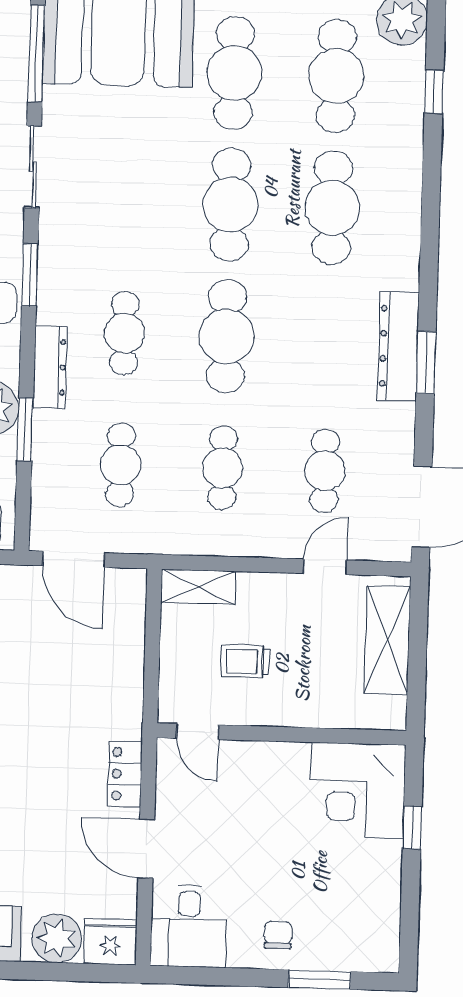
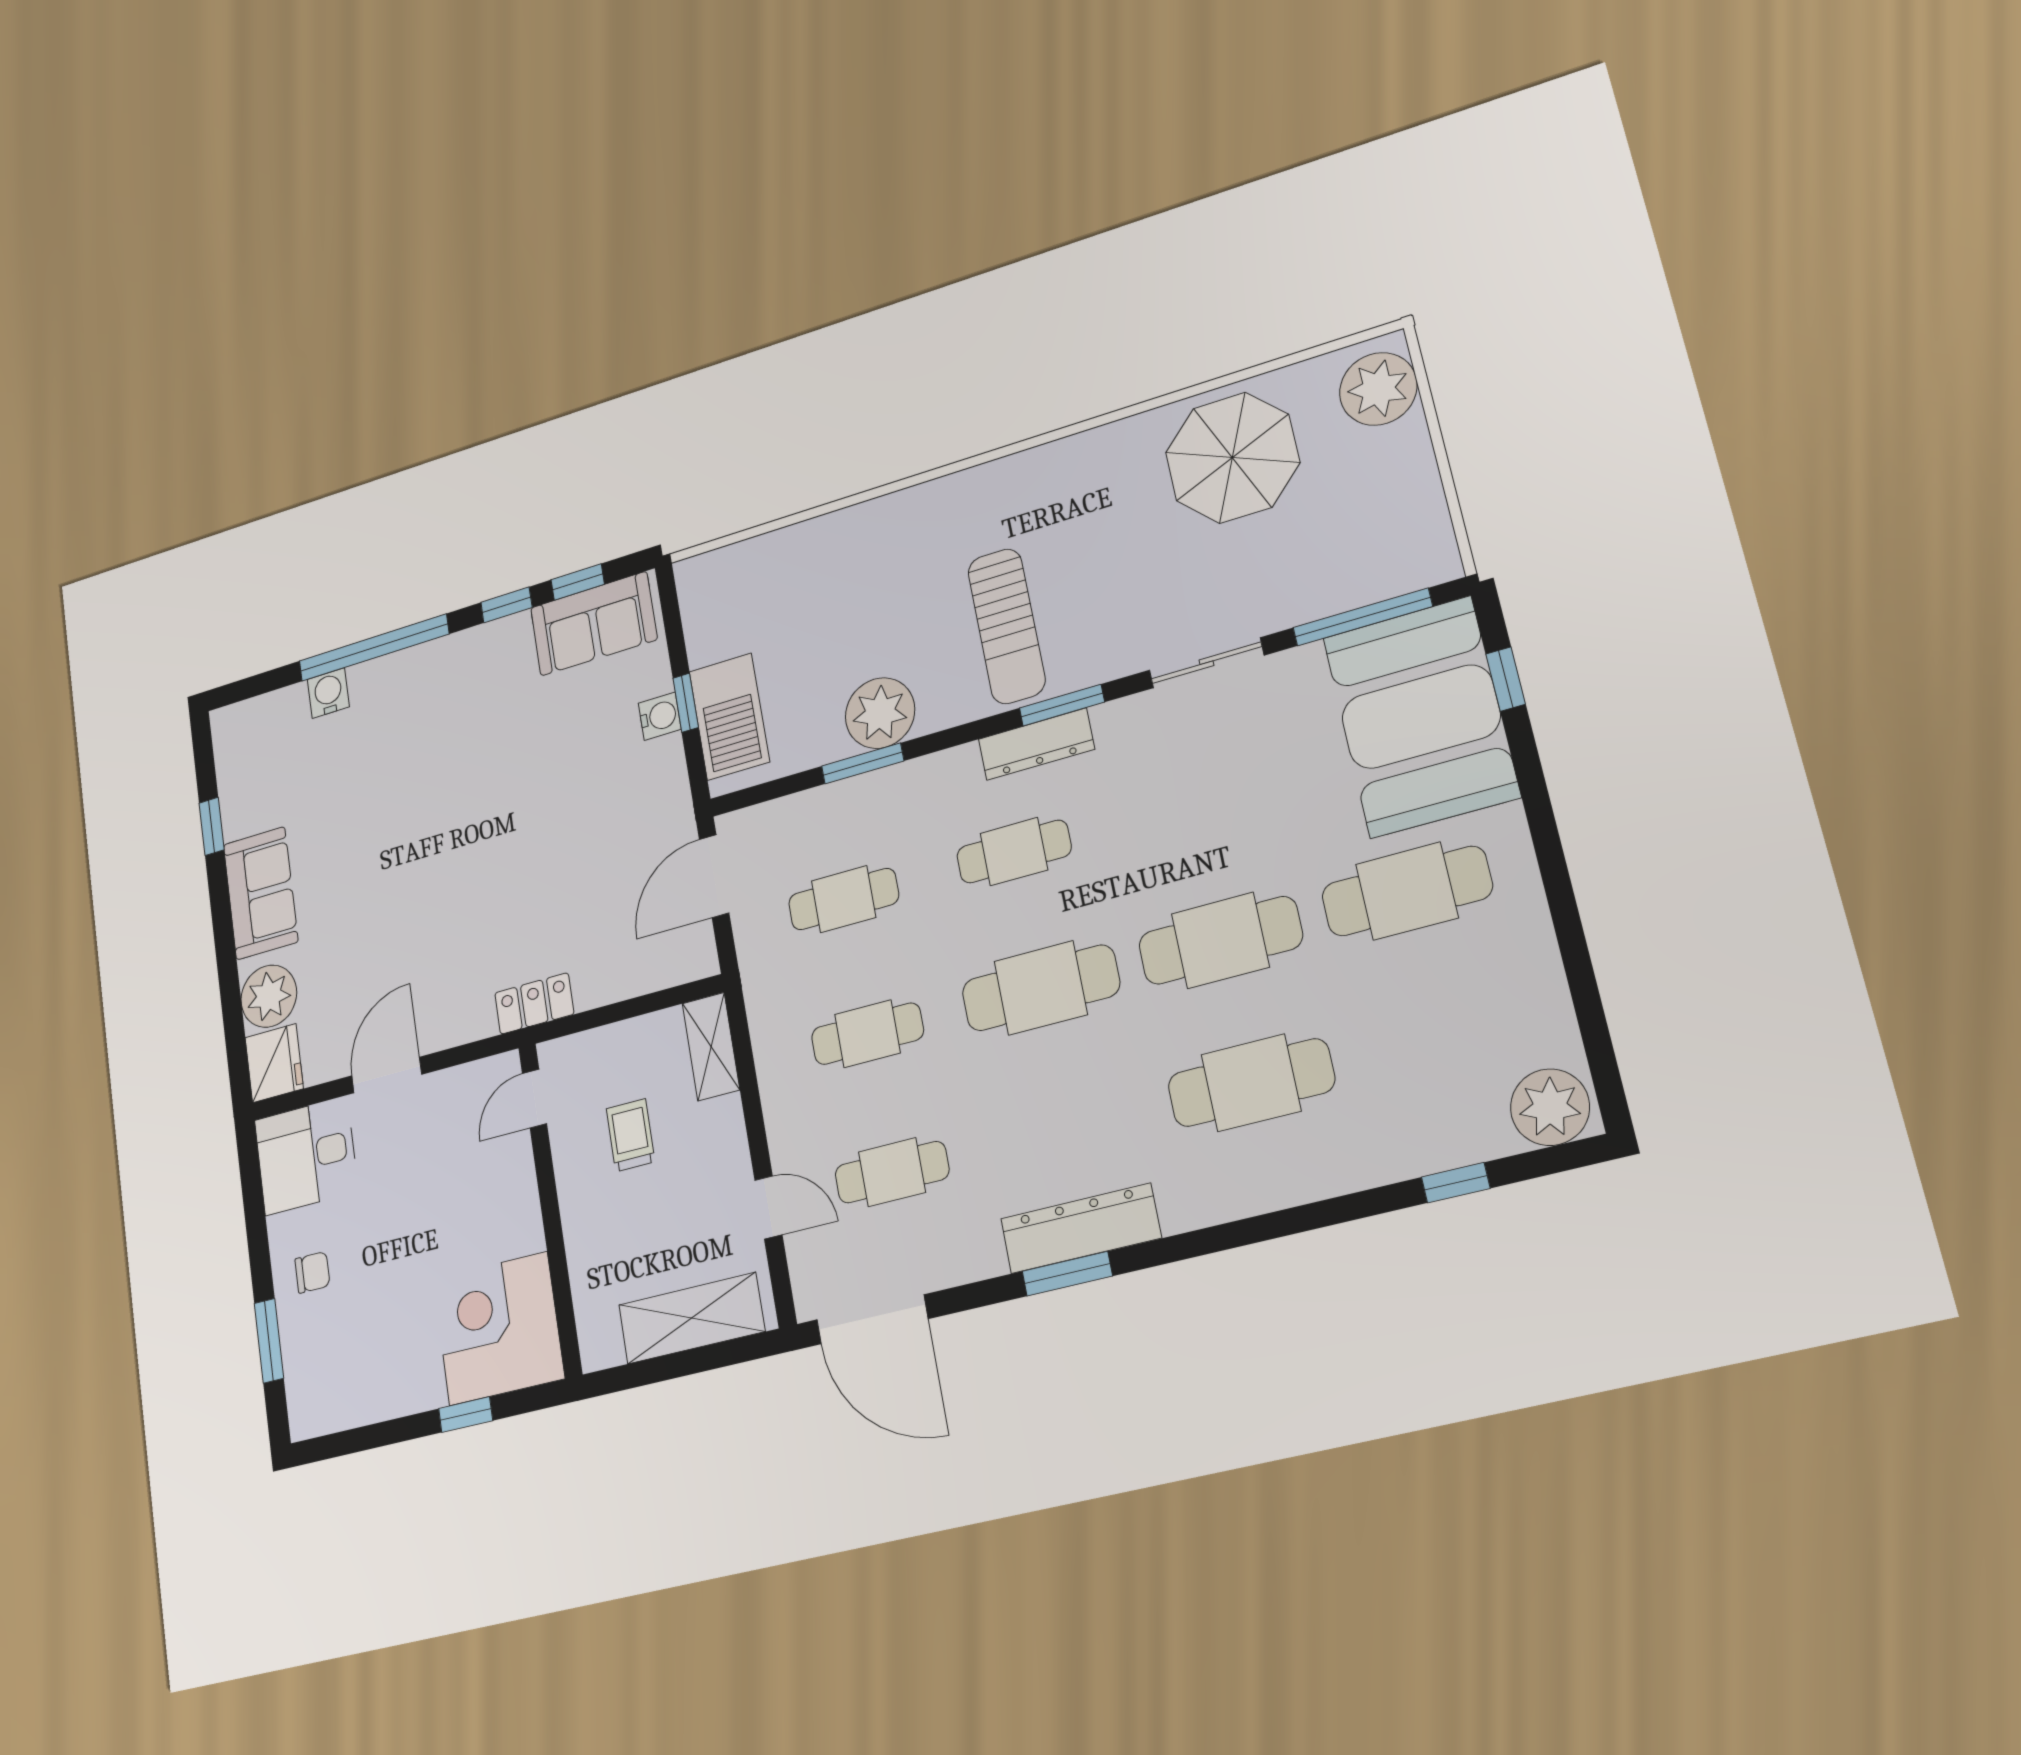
cafe table: (336, 76) -> (1441, 1035), removed
dresser: (50, 367) -> (1036, 744), moved
locker: (125, 774) -> (534, 1004), moved

